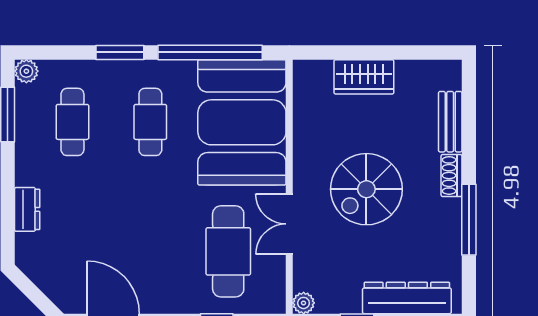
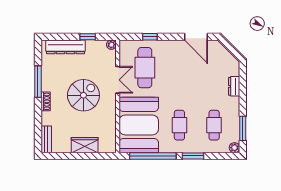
bench: (450, 122) -> (46, 139), moved

